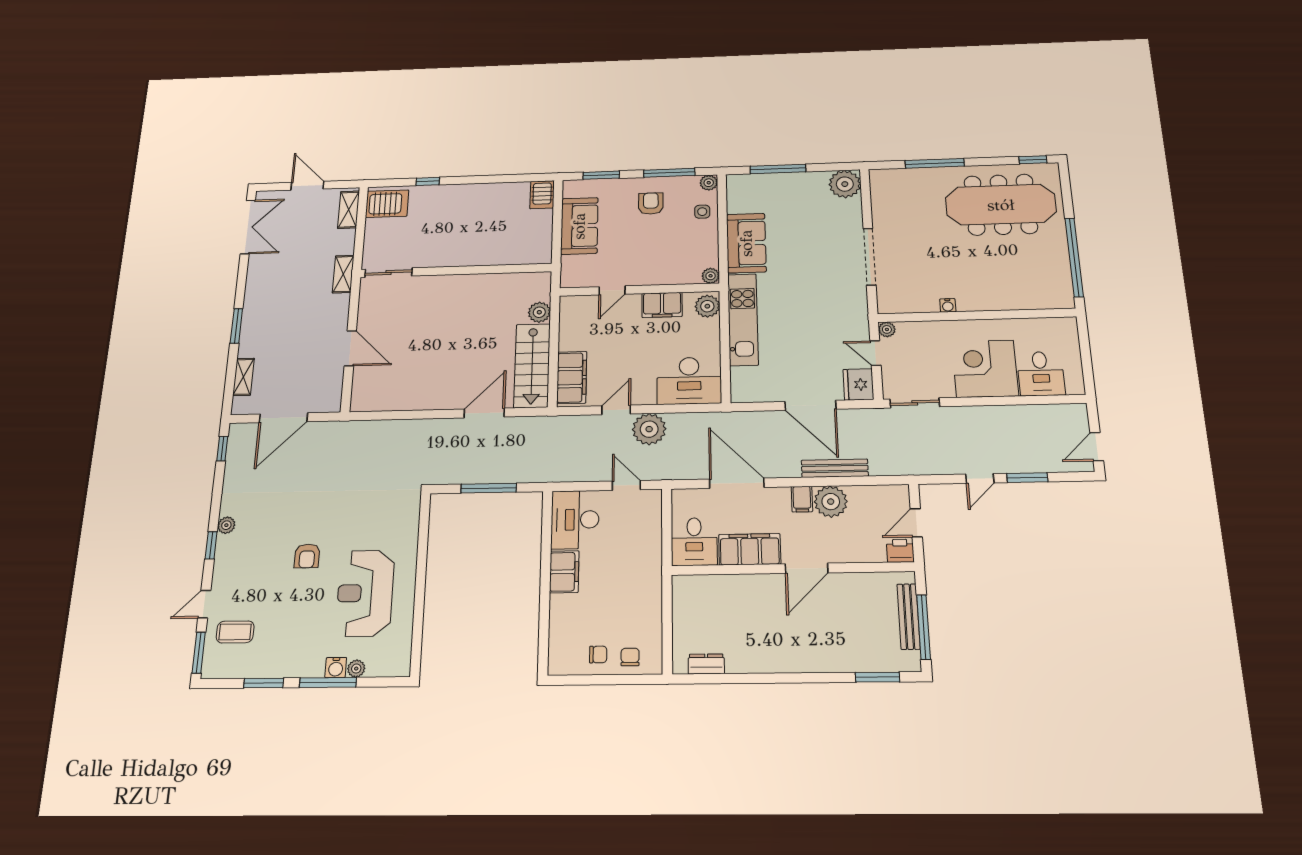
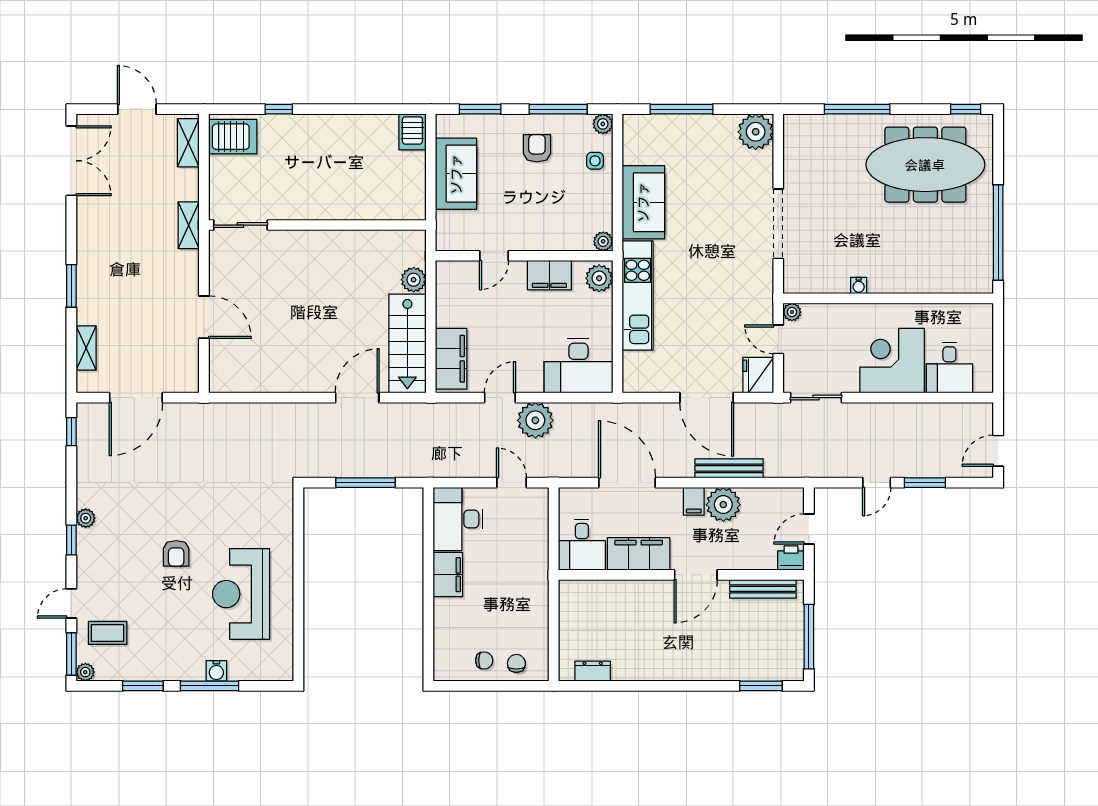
bench: (909, 616) -> (763, 589), moved, turned 90
plant: (356, 669) -> (85, 672), moved

